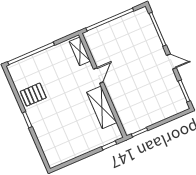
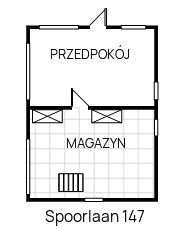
pallet: (33, 95) -> (71, 183), turned 90
shelving: (102, 107) -> (107, 116), width x0.67, depth x0.75

